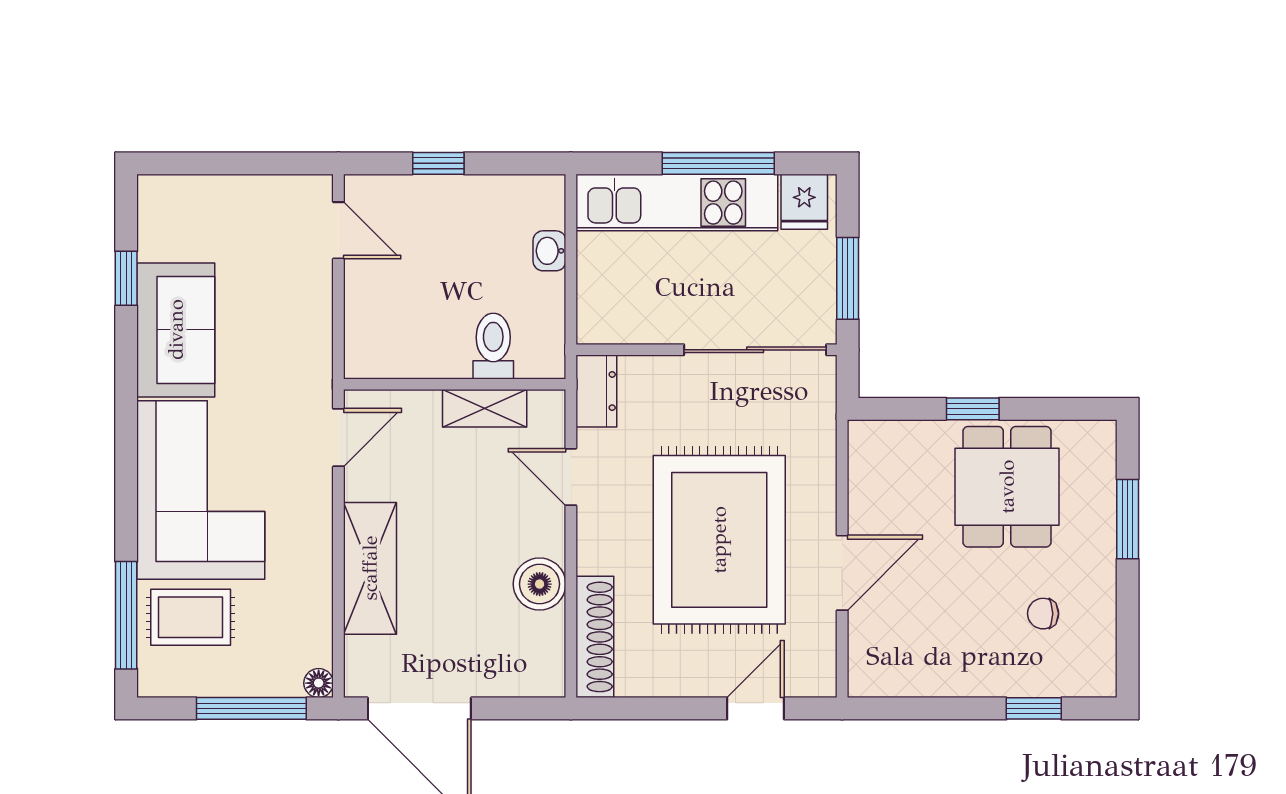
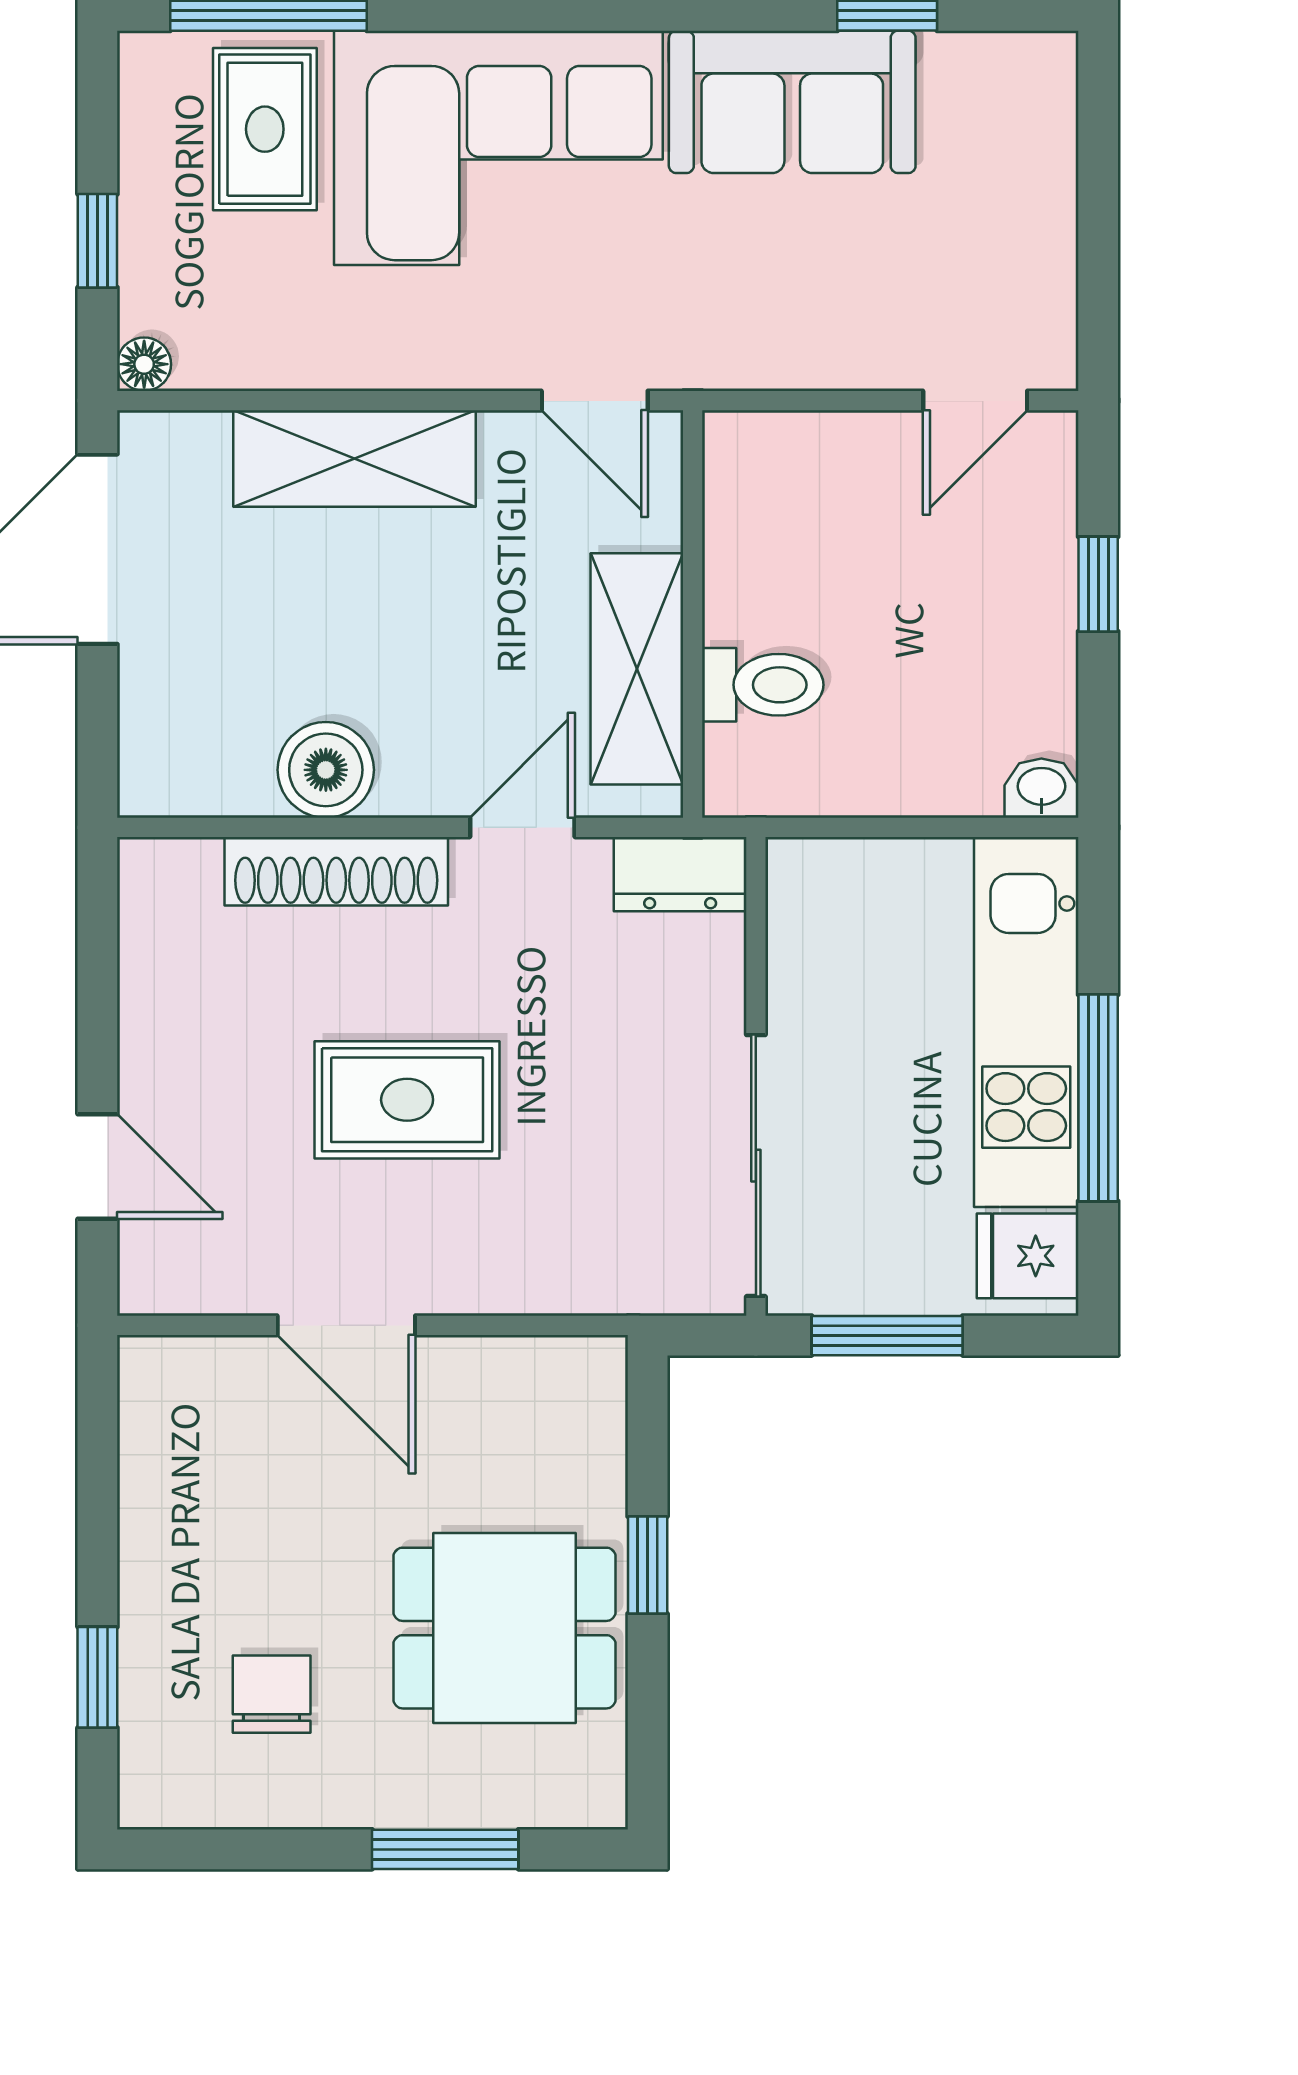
washbasin: (549, 251) -> (1041, 788), moved
shelving: (485, 408) -> (637, 669), width x1.50, depth x1.33
rug: (719, 540) -> (407, 1100), width x0.54, depth x0.49
chair: (1043, 614) -> (272, 1694), width x1.37, depth x1.37
shoe rack: (595, 637) -> (336, 871), moved
window: (251, 708) -> (97, 241), width x0.46

